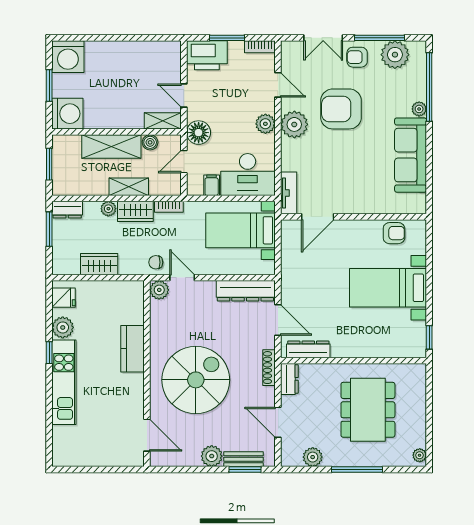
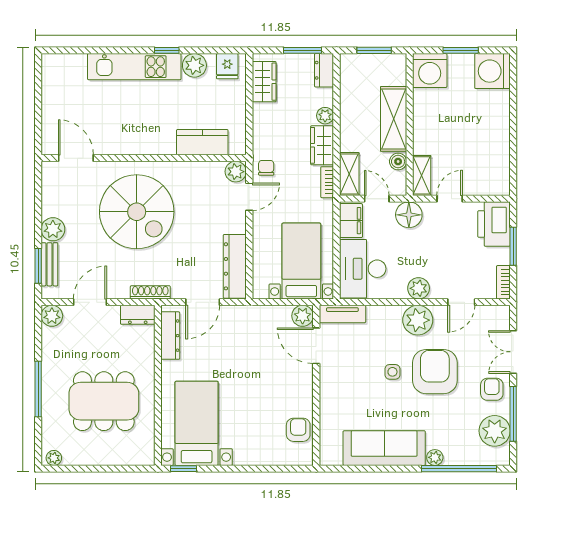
side table: (341, 147) -> (392, 372), added
filing cabinet: (212, 185) -> (351, 221), width x2.00
shelving: (129, 187) -> (349, 174), moved
plant: (290, 229) -> (303, 316), added
armchair: (394, 233) -> (298, 430), turned 180
wardrobe: (99, 264) -> (264, 82), moved
bed with nightstands: (388, 288) -> (197, 423), moved
kitchen counter: (133, 349) -> (202, 142), moved
door: (147, 435) -> (76, 158), swing flipped
plant: (313, 457) -> (52, 316), moved

